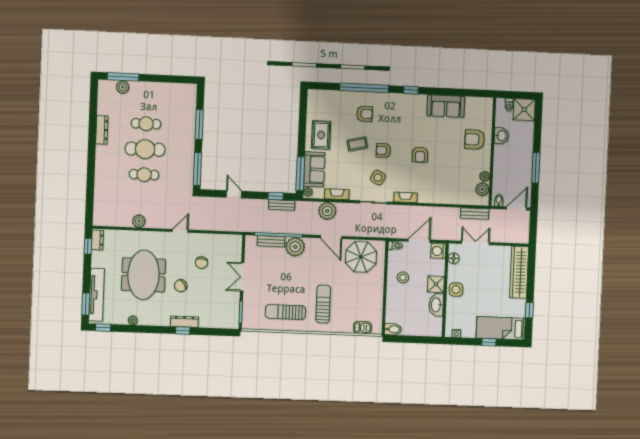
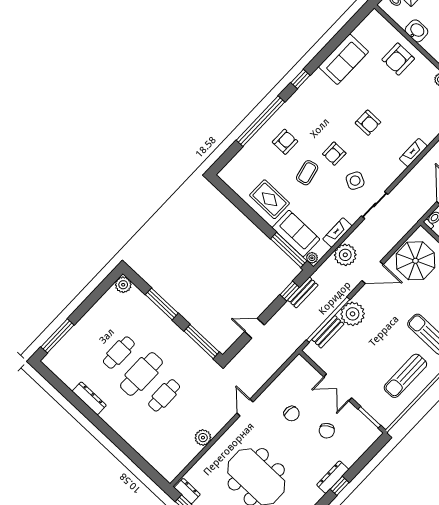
plant: (123, 87) -> (123, 285), moved
fireplace: (405, 197) -> (413, 153), moved
chair: (181, 286) -> (327, 431), moved

